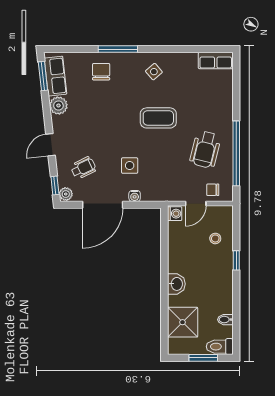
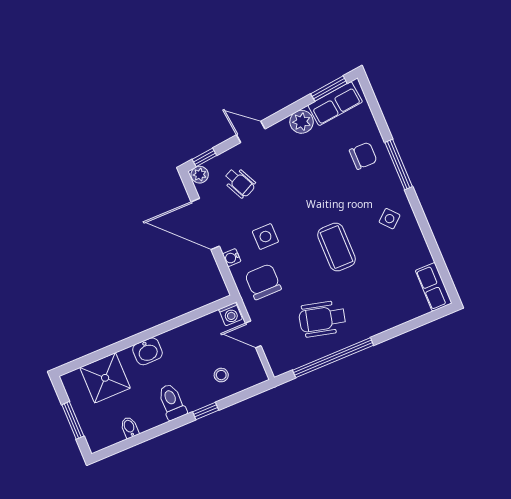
chair: (213, 190) -> (263, 282), moved, width x1.87, depth x1.87
toilet: (220, 347) -> (172, 402), moved

